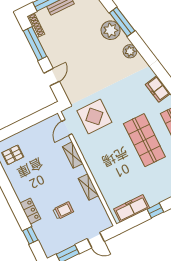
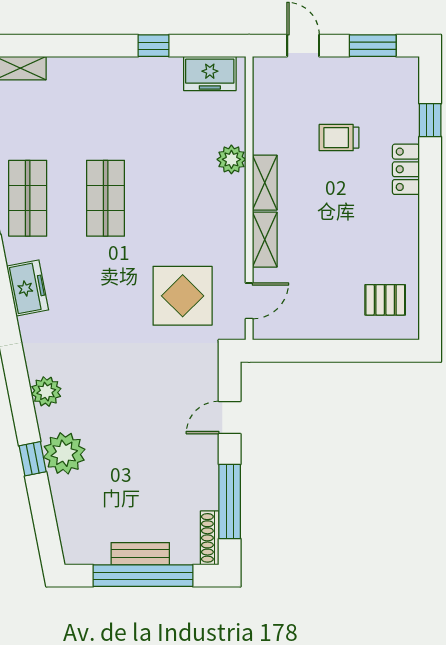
window: (122, 22) -> (33, 459), width x0.46
shop shelf: (144, 140) -> (106, 198), width x0.70, depth x0.74
plant: (102, 181) -> (231, 159), added
shelving: (88, 187) -> (265, 183), moved
freezer: (132, 208) -> (210, 74), width x0.71

